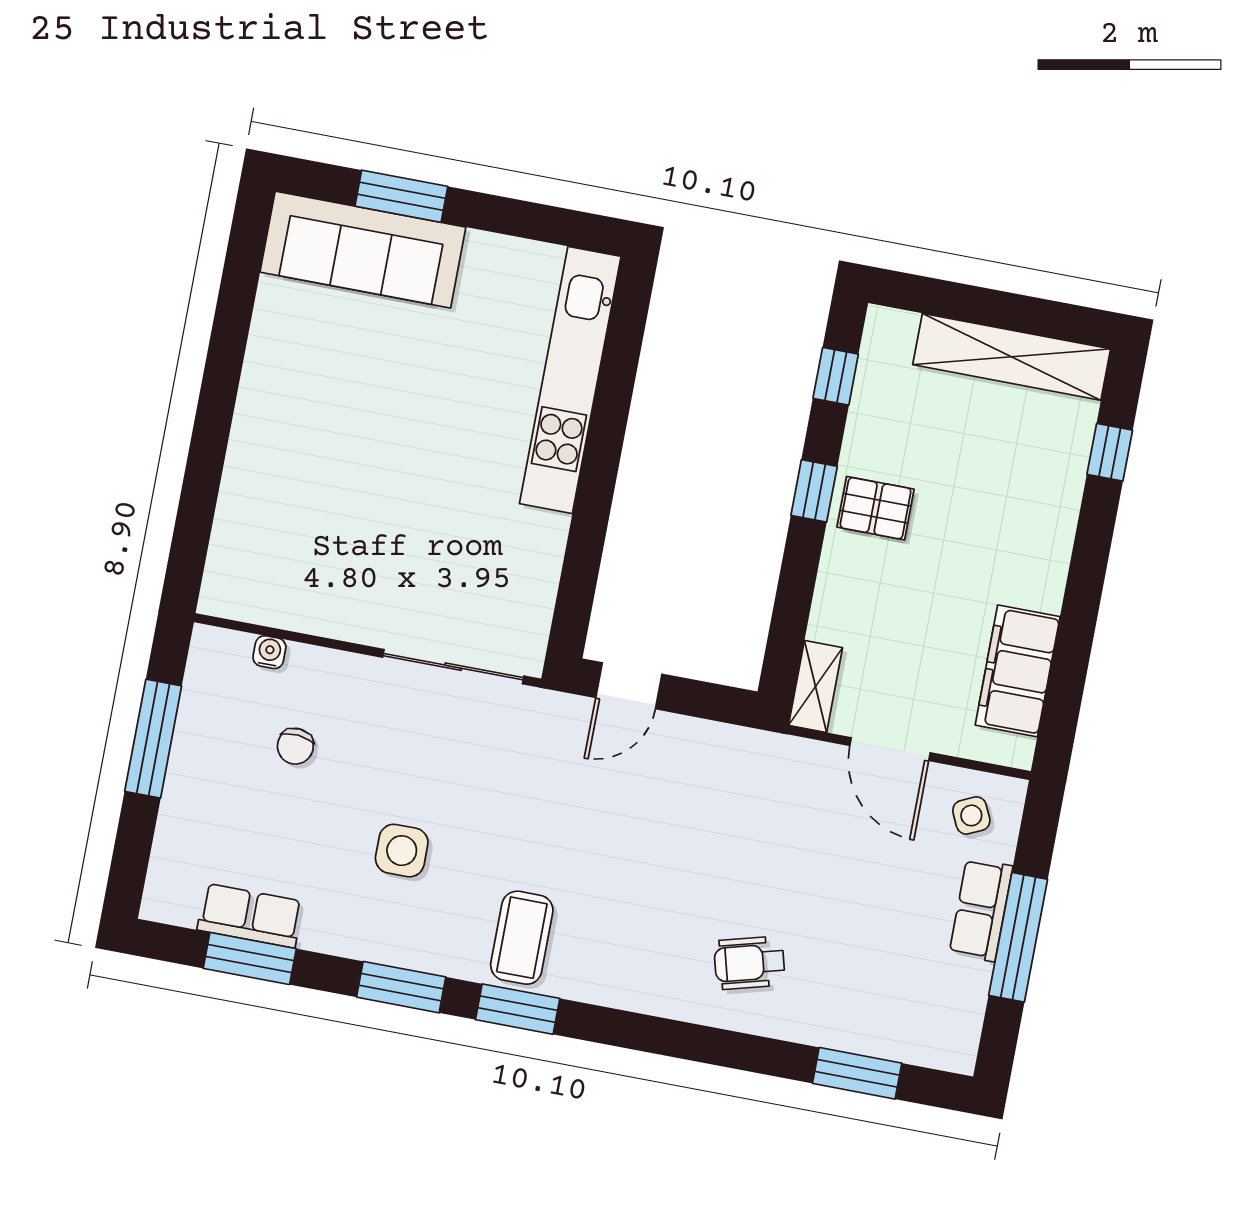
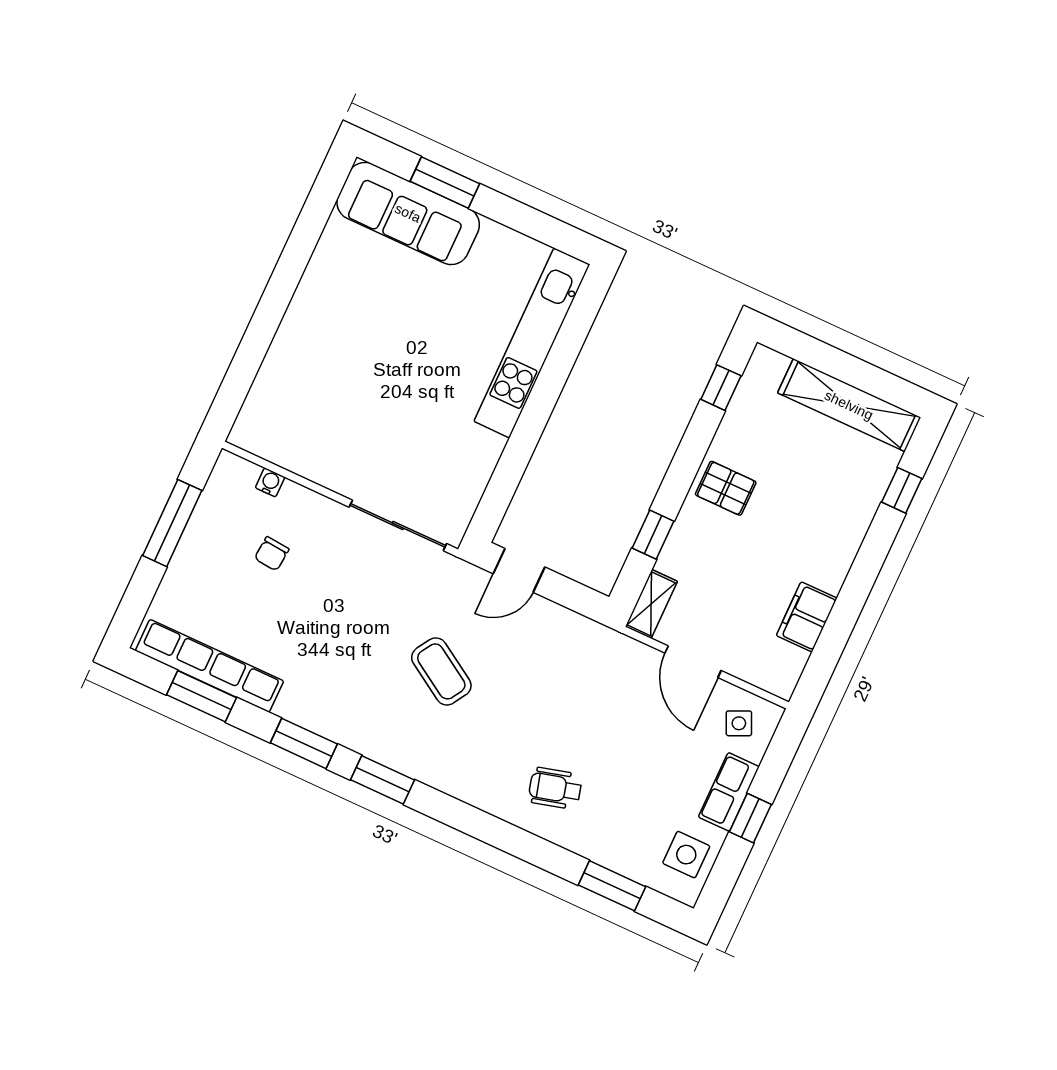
window: (814, 491) -> (653, 535), moved
filing cabinet: (1018, 671) -> (807, 617), width x0.67, depth x0.86
side table: (402, 851) -> (686, 855), moved
row of seats: (250, 916) -> (209, 666), width x2.02
window: (1018, 937) -> (750, 818), width x0.46
coffee table: (522, 938) -> (441, 671), moved, turned -58

